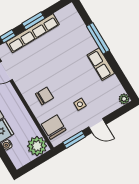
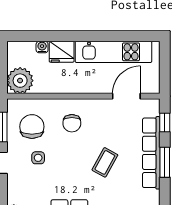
coffee table: (57, 59) -> (105, 162), added
chair: (54, 127) -> (32, 127), moved, turned -90

